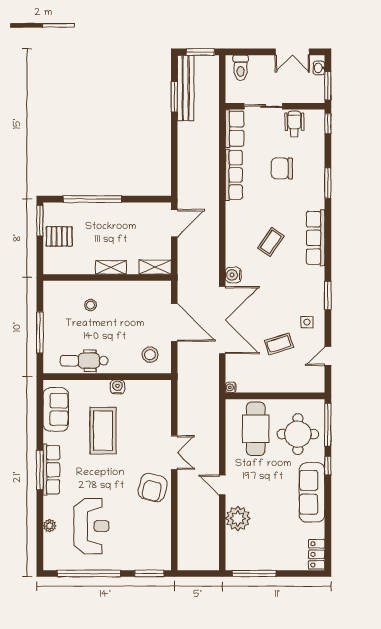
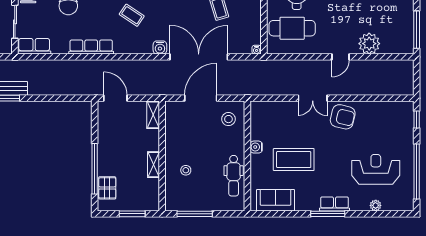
row of seats: (234, 175) -> (91, 47), moved
window: (40, 221) -> (132, 214), moved
pallet: (59, 236) -> (107, 188), moved
shelving: (111, 267) -> (153, 165), moved
window: (40, 332) -> (195, 214), moved
double door: (174, 453) -> (313, 98), swing flipped
row of seats: (51, 470) -> (334, 204), width x0.68
window: (149, 573) -> (417, 120), width x0.67

